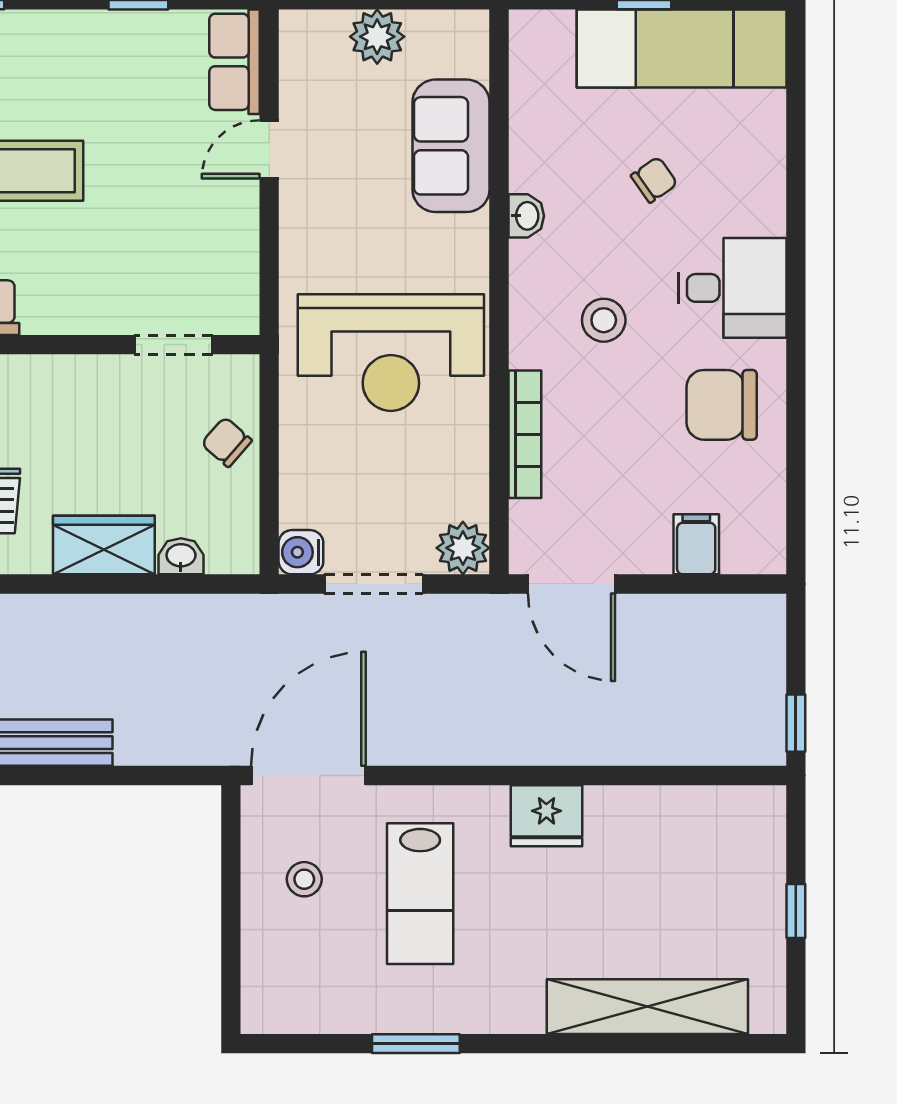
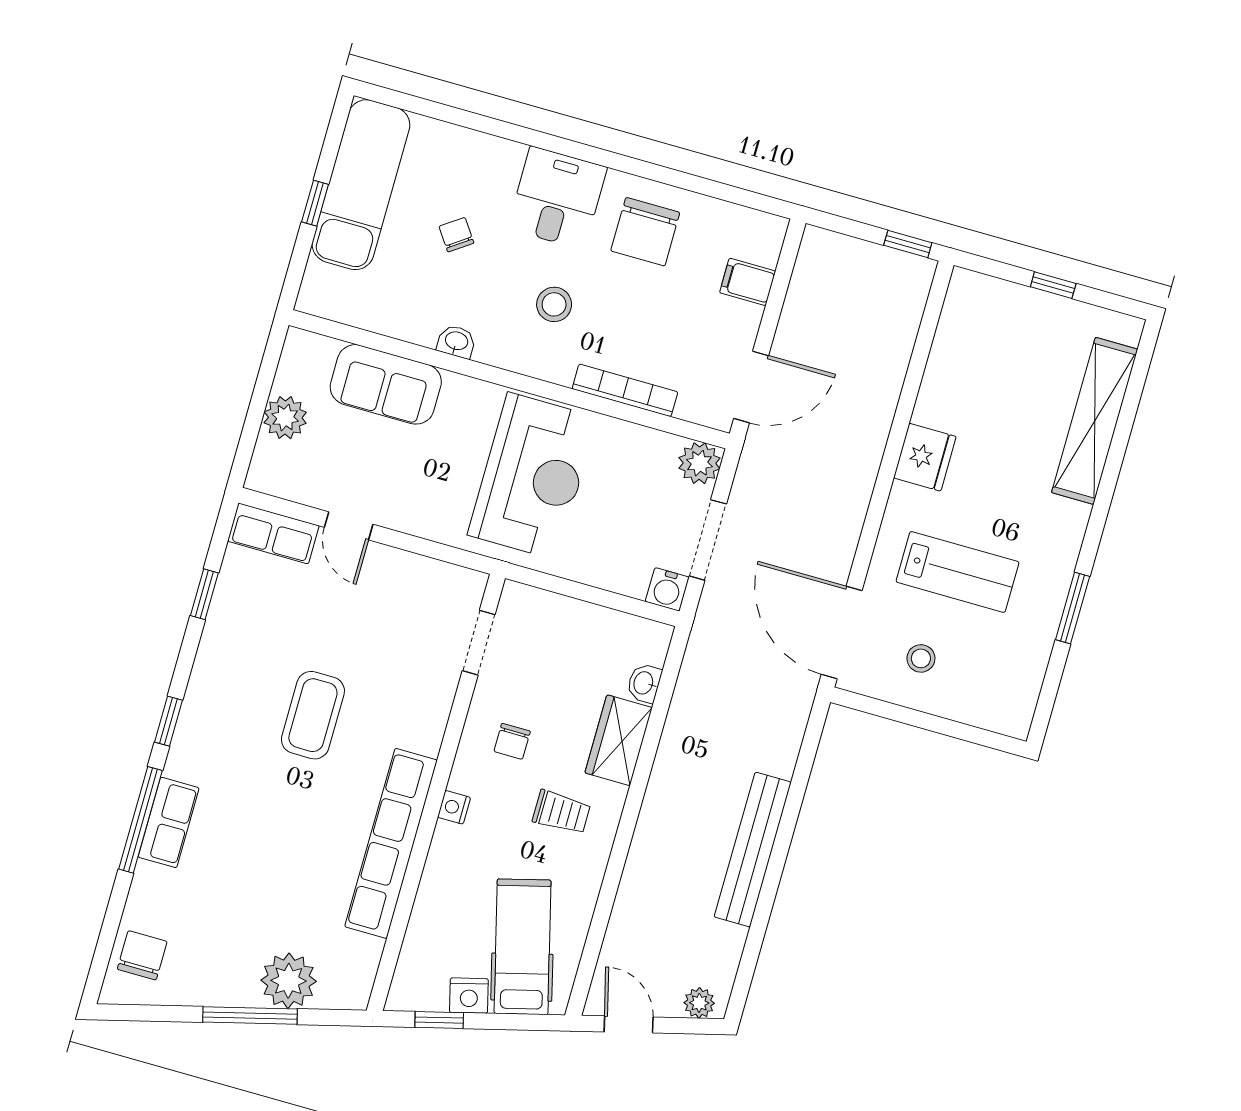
chair: (227, 442) -> (512, 741), moved, turned -41

